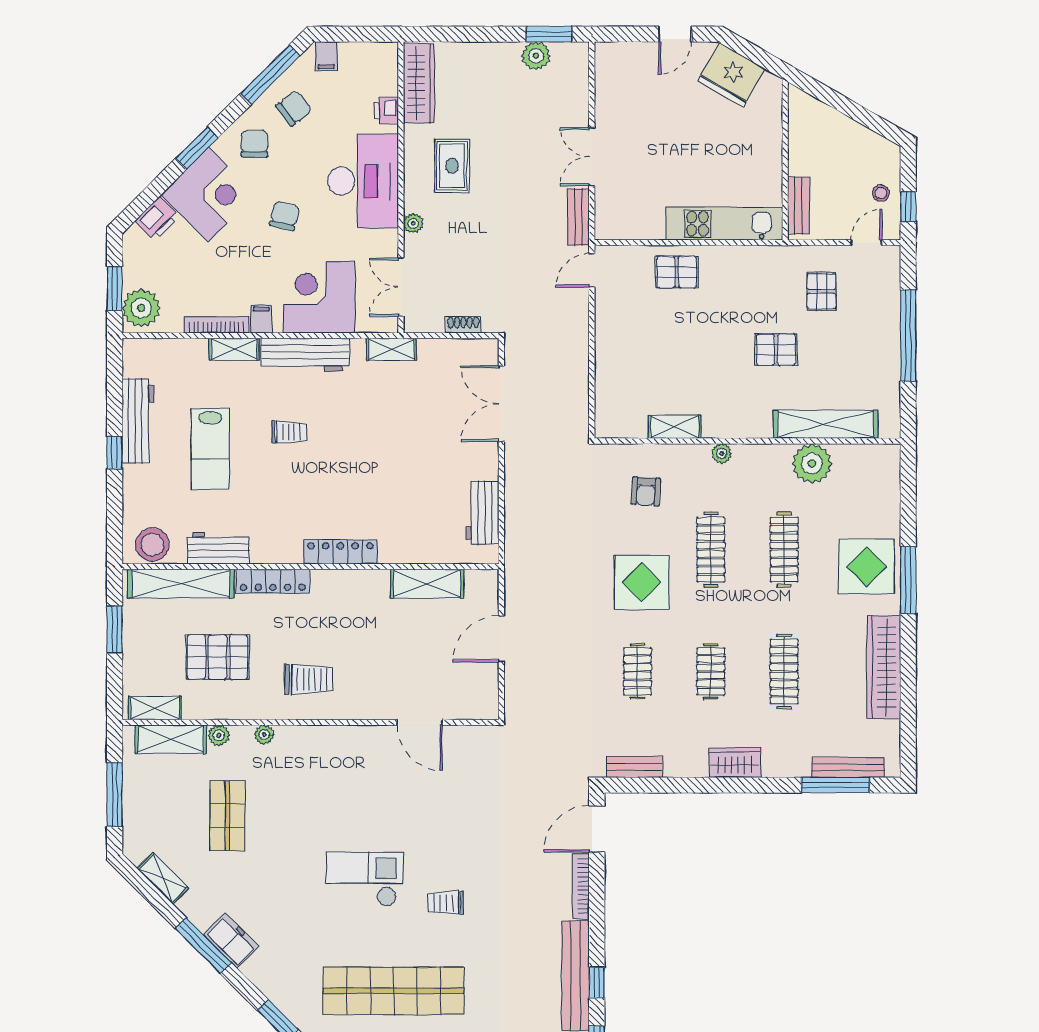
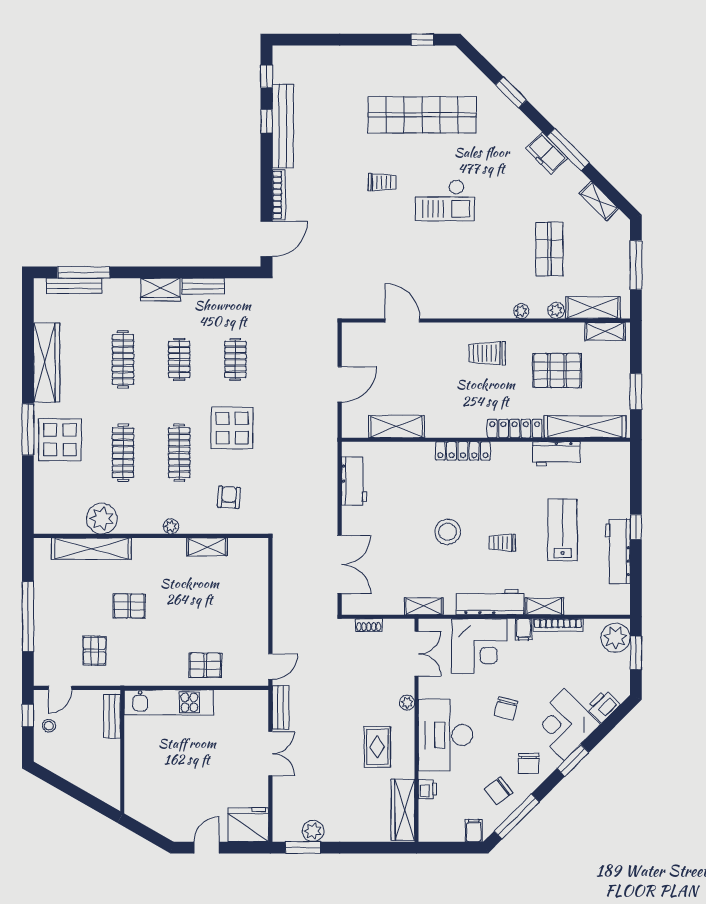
fridge: (732, 75) -> (248, 825), moved, turned -30
stool: (152, 545) -> (448, 532), moved
bench: (635, 767) -> (203, 286), moved

